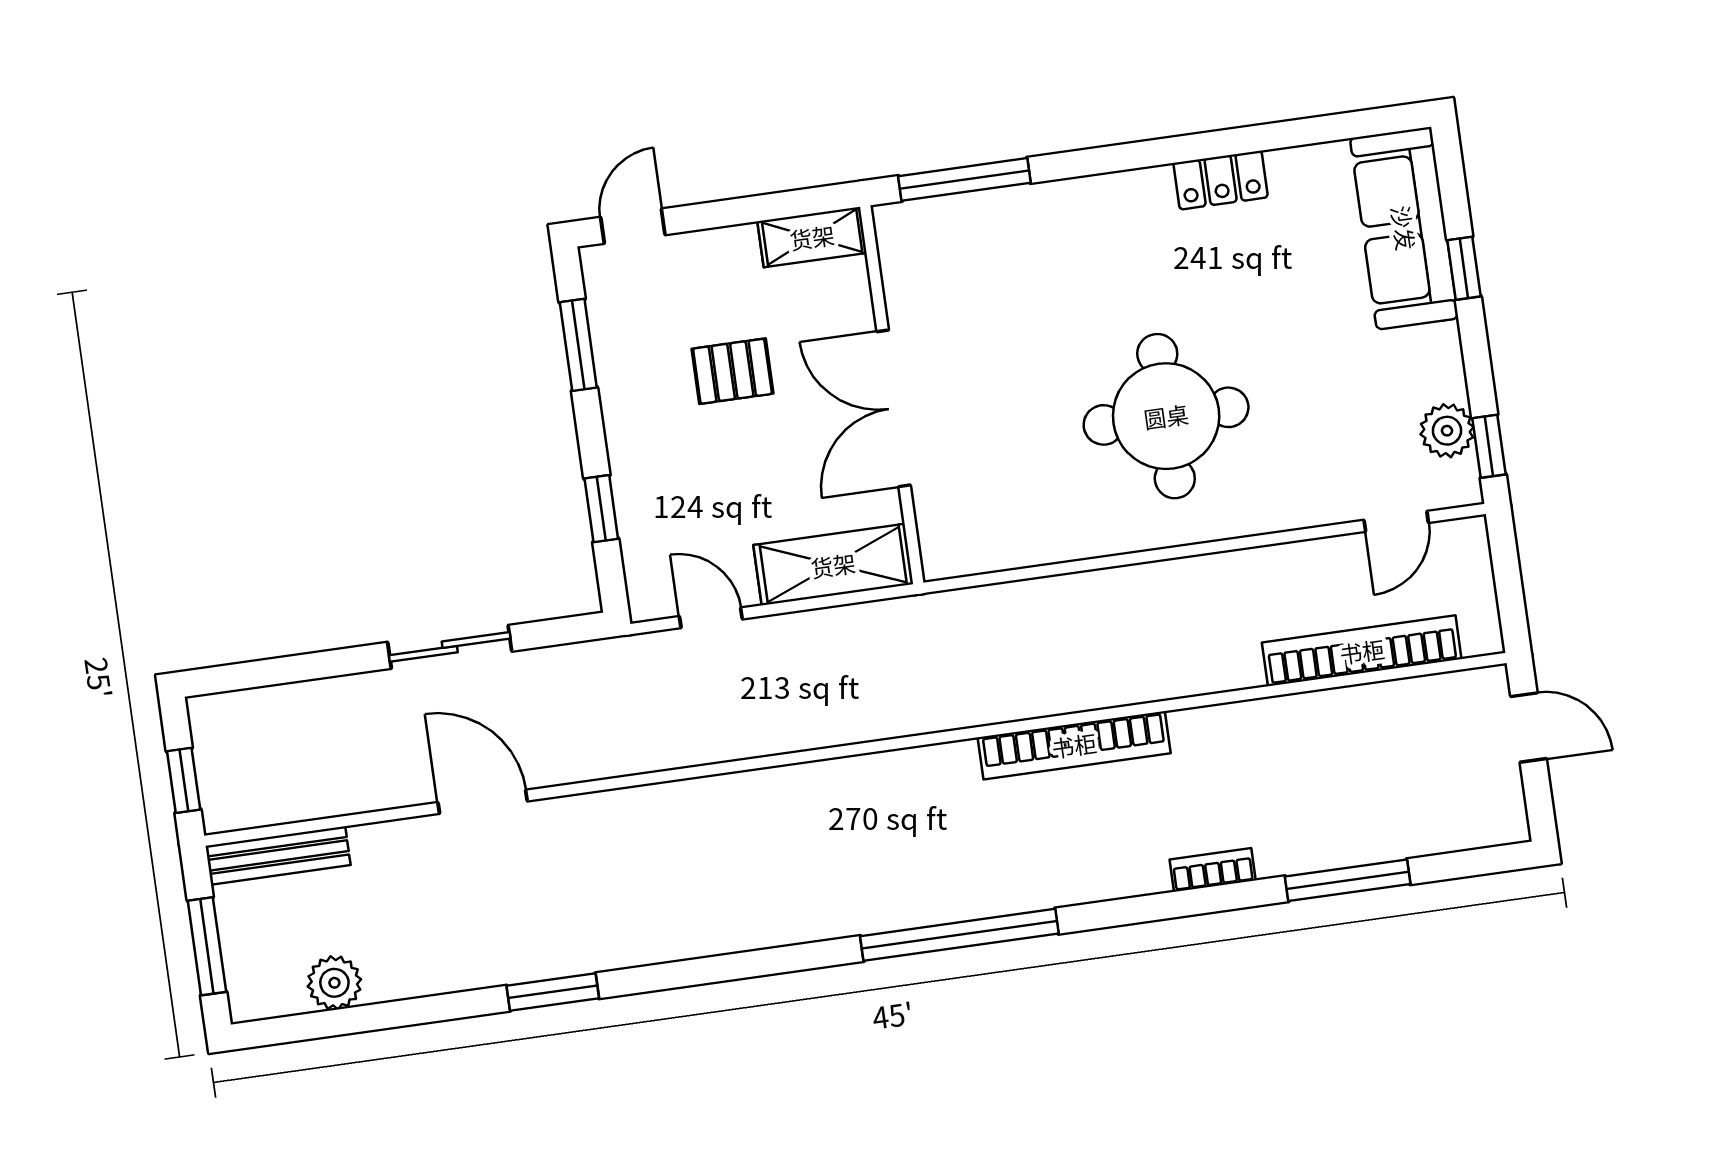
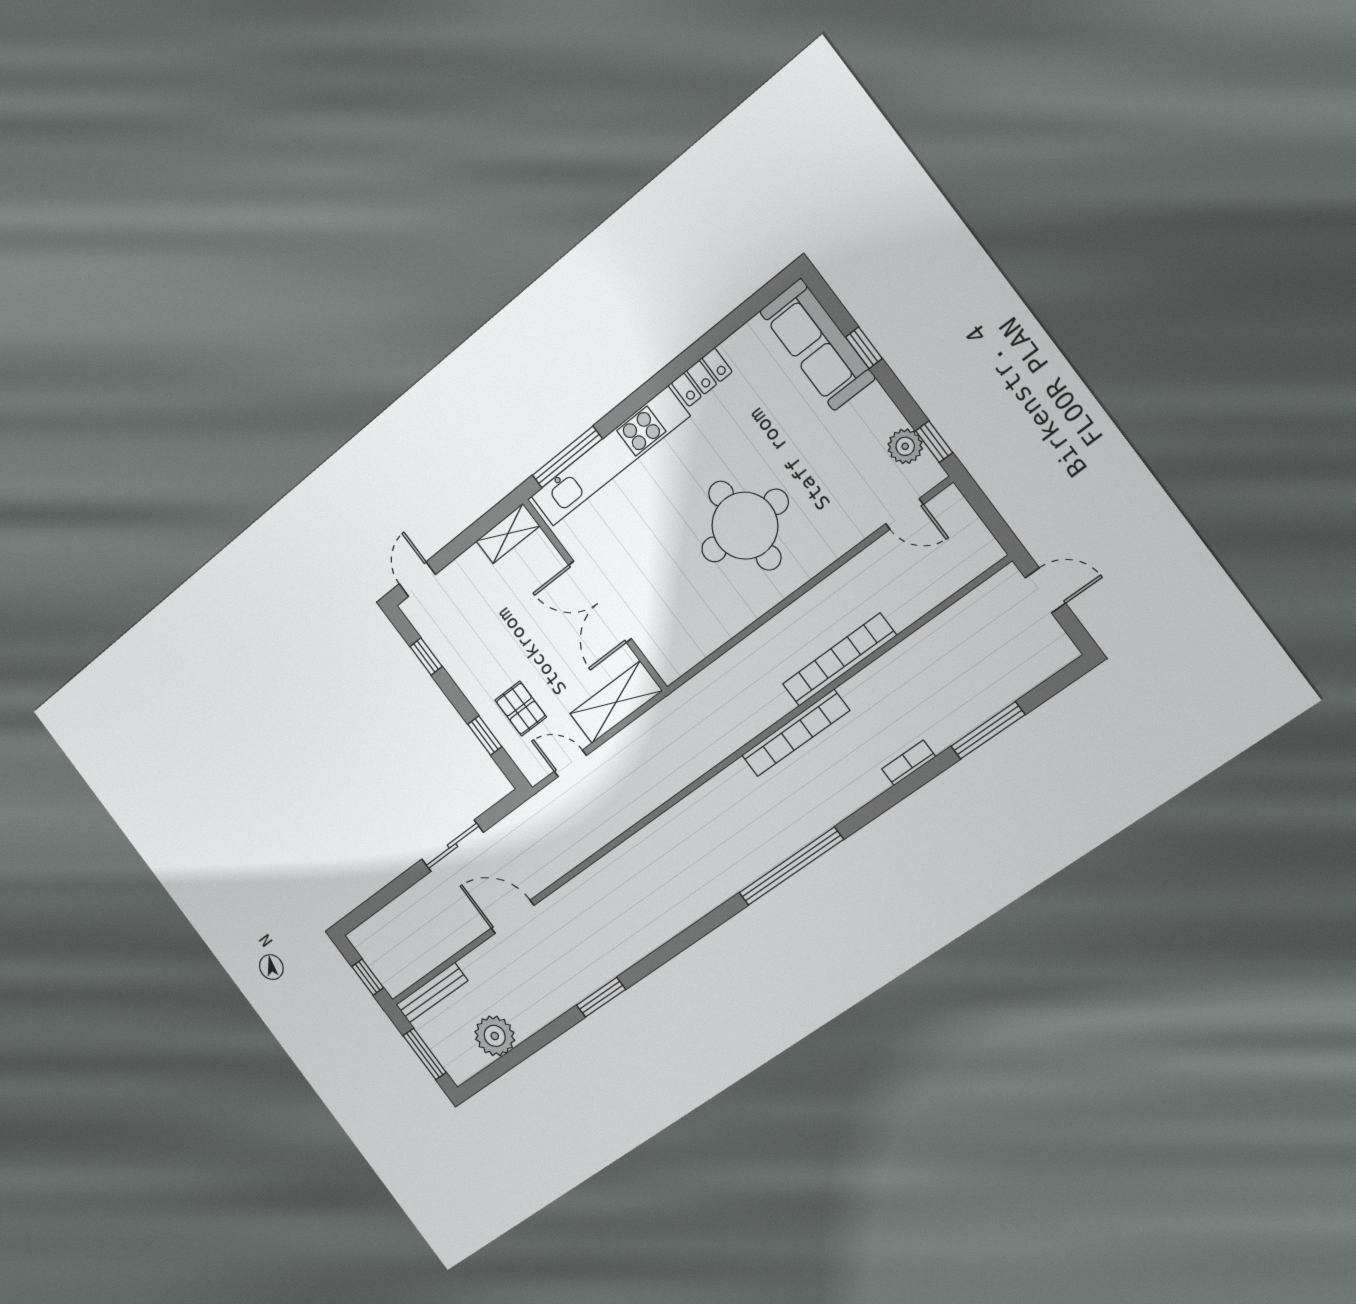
kitchen unit: (1027, 214) -> (610, 457), added
window: (578, 345) -> (426, 656), width x0.67
pallet: (732, 371) -> (521, 709), moved, turned 90
door: (1396, 521) -> (905, 514), hinge flipped
bookcase: (1362, 651) -> (839, 660), moved
plant: (334, 983) -> (495, 1036), width x1.36, depth x1.36

